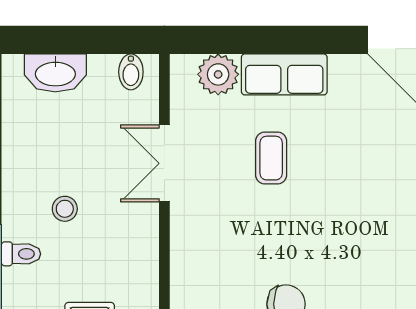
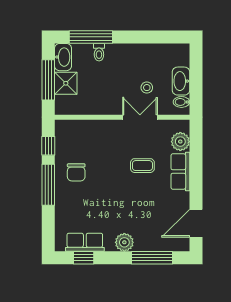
washbasin: (55, 73) -> (181, 81), moved
stool: (65, 209) -> (147, 88), moved

